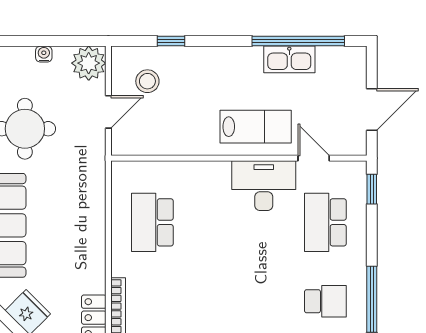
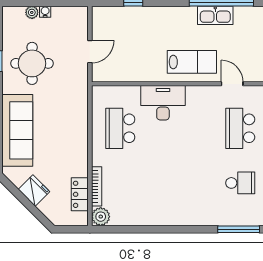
plant: (89, 63) -> (32, 12), moved, width x0.53, depth x0.53
stool: (147, 81) -> (117, 30), removed
desk: (264, 186) -> (163, 103), moved

